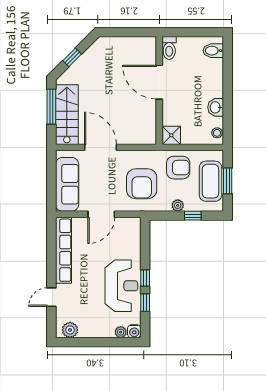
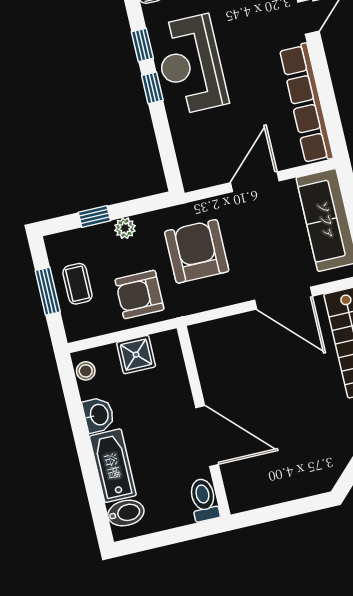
bathtub: (214, 78) -> (113, 466), added
shower: (171, 135) -> (136, 355), moved
coffee table: (210, 181) -> (77, 284), width x0.54, depth x0.58

